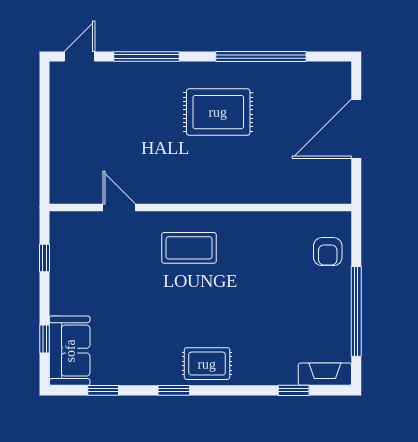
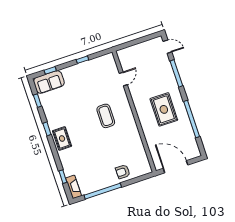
door: (119, 208) -> (123, 79), moved
wall: (200, 208) -> (134, 111), moved

